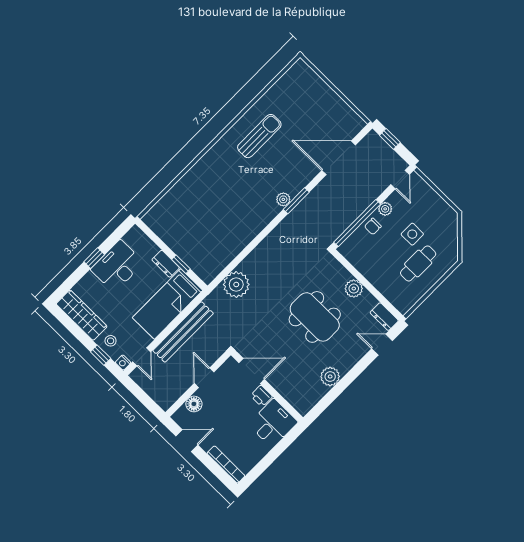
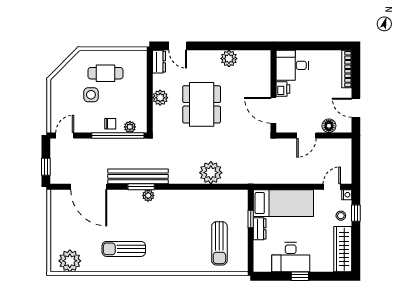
plant: (293, 82) -> (70, 261), added
plant: (385, 209) -> (130, 127), moved
sun lounger: (186, 219) -> (219, 243), added
plant: (236, 285) -> (211, 173), moved
bench: (183, 332) -> (138, 176), moved

